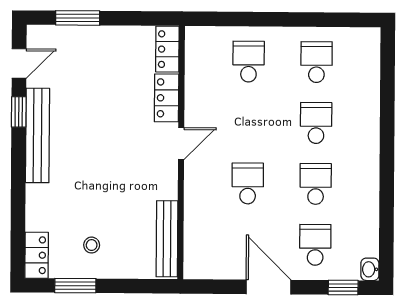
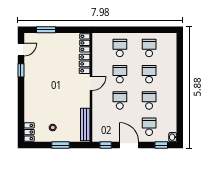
school desk: (248, 123) -> (120, 74), added
bench: (38, 135) -> (29, 80), removed
window: (75, 286) -> (61, 145), moved
window: (214, 287) -> (106, 145), added

